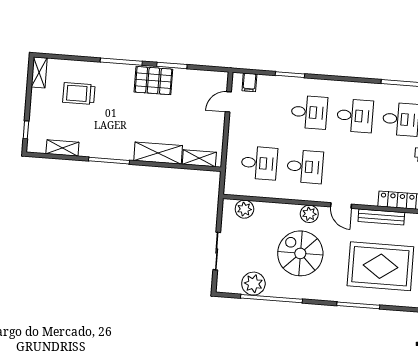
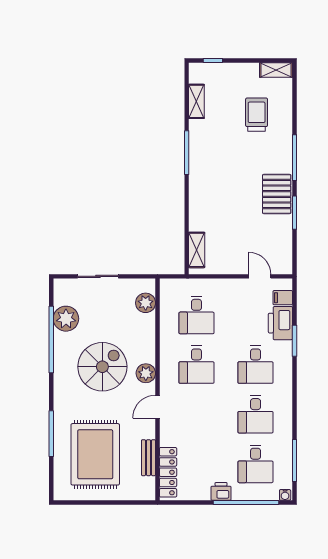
printer: (273, 86) -> (280, 323), added
shelving: (158, 153) -> (199, 205), removed
bench: (381, 217) -> (148, 458), width x0.73

